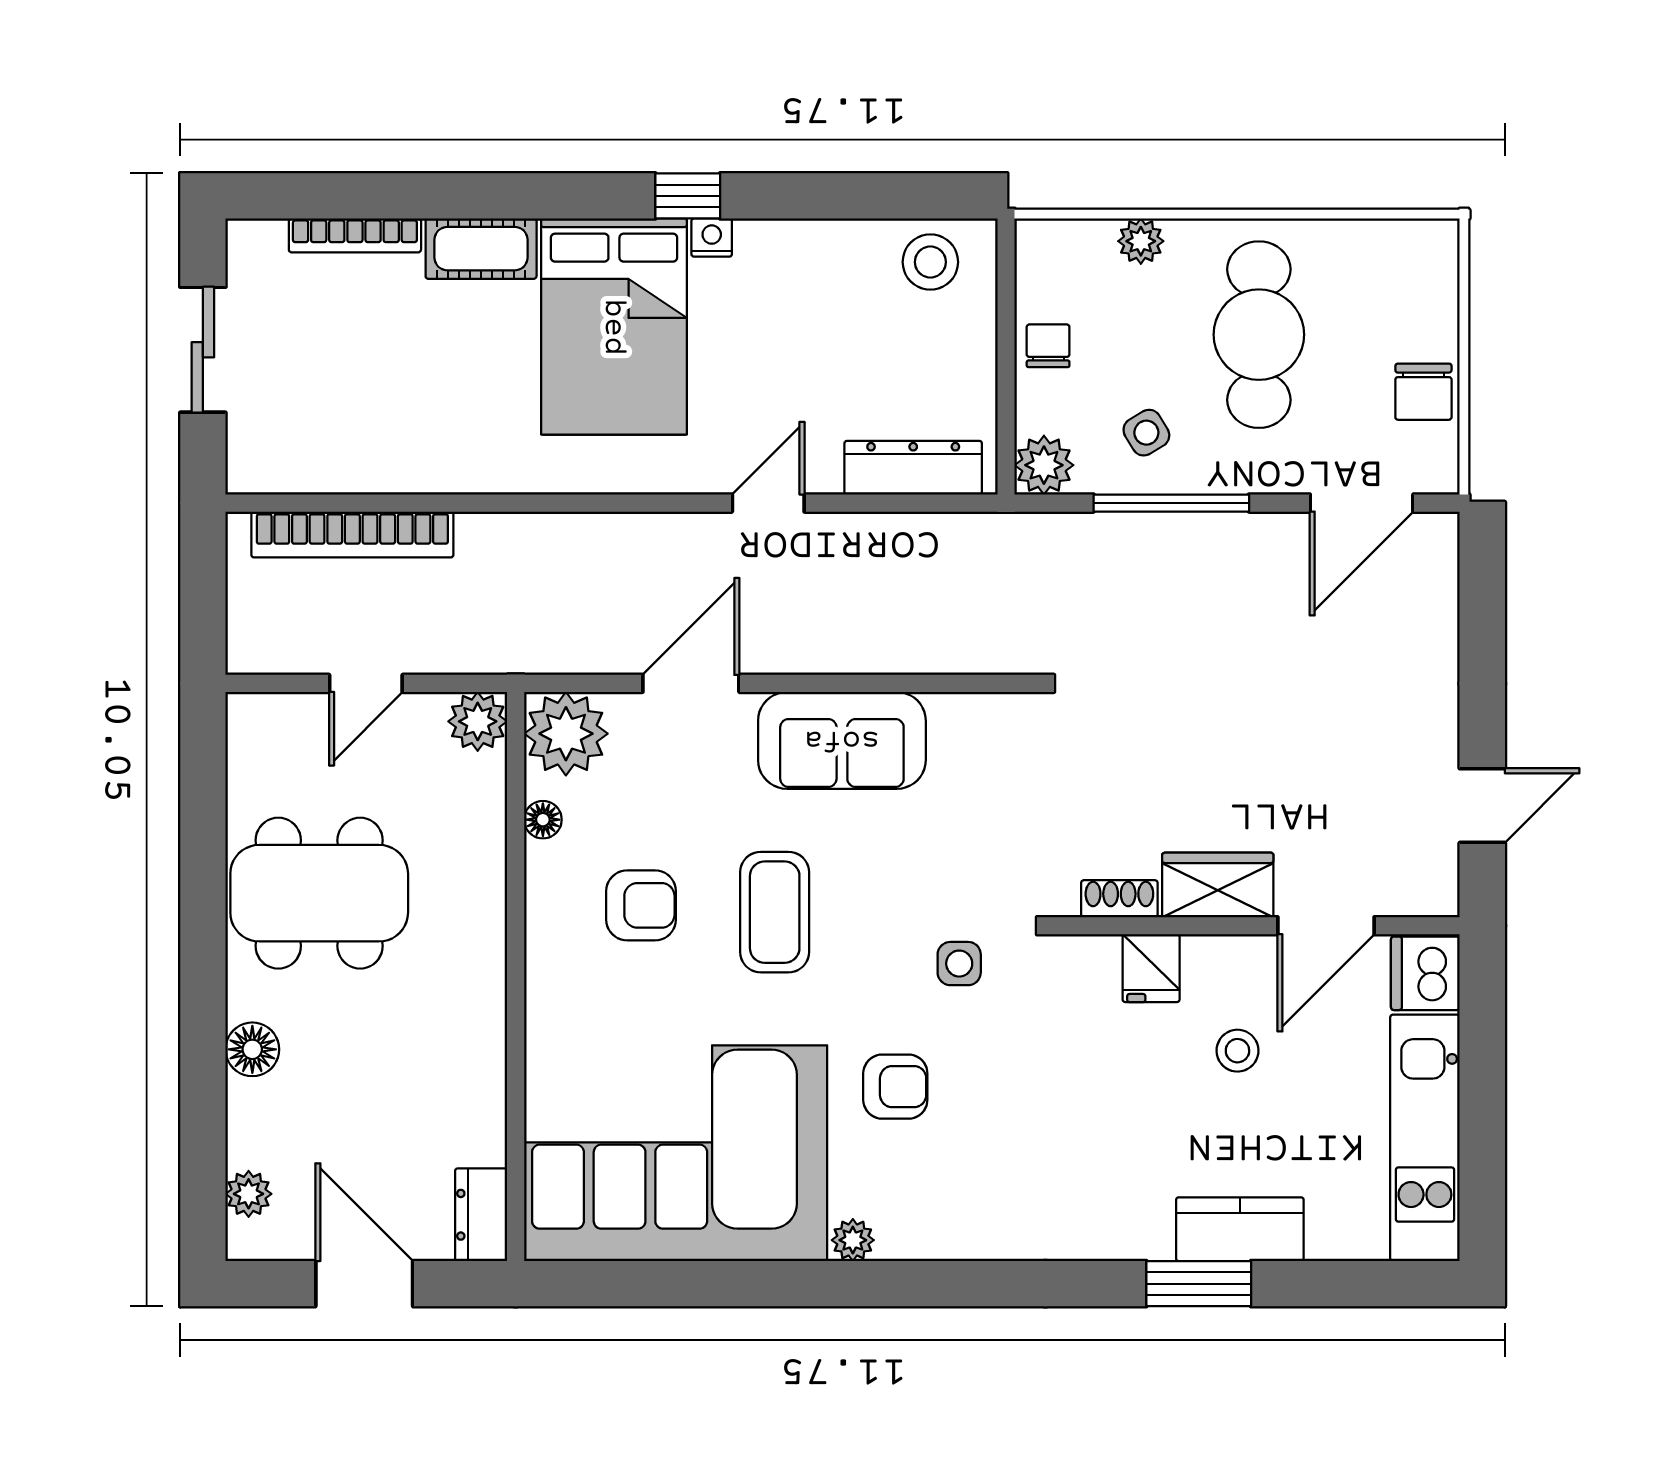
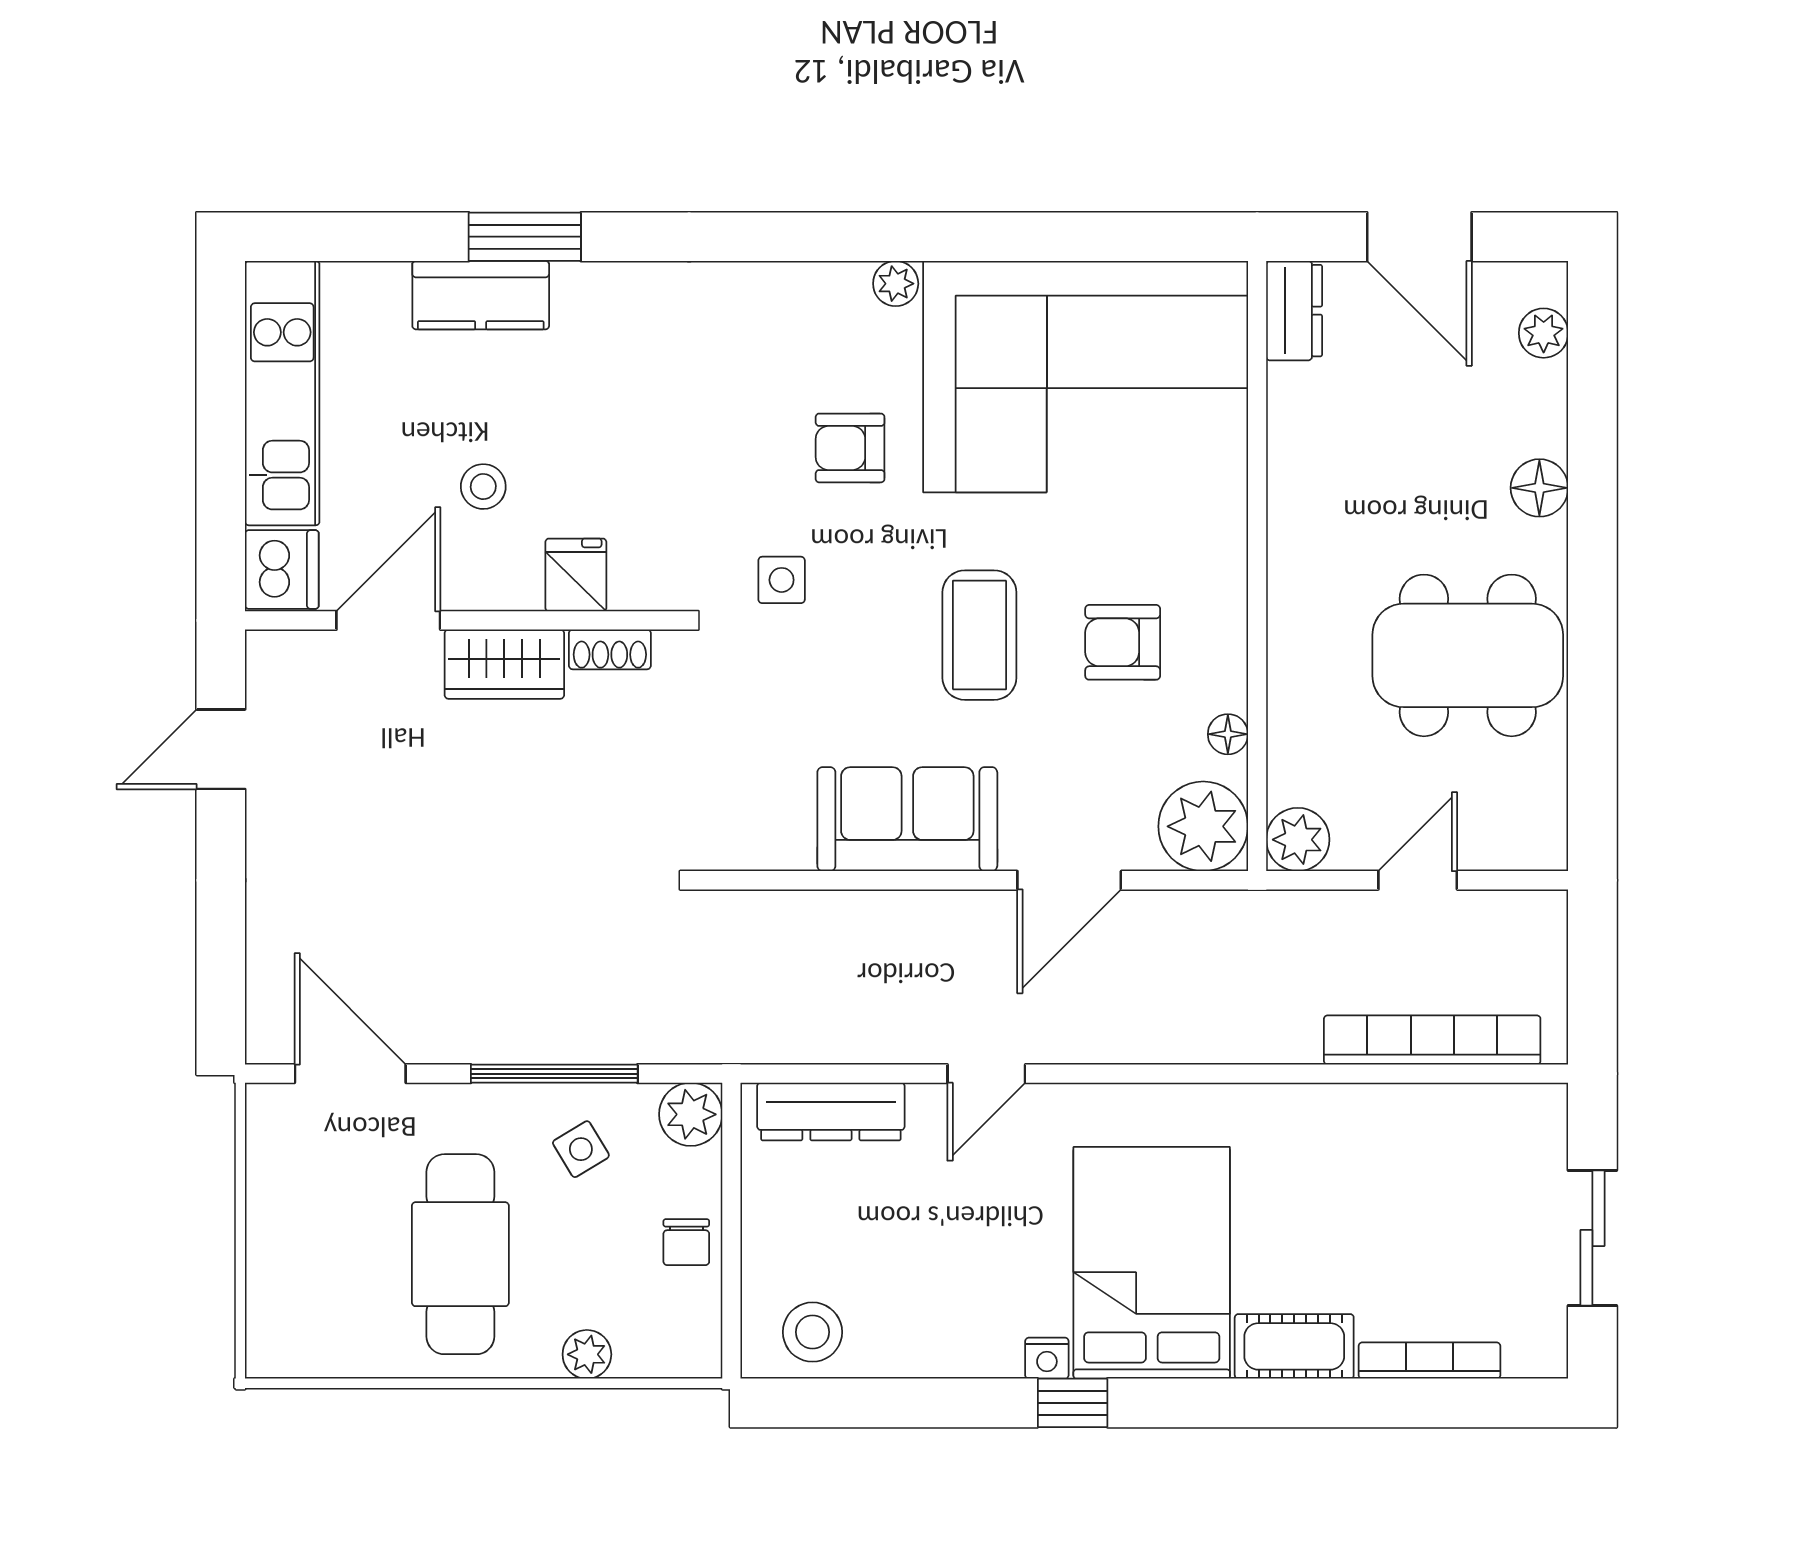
chair: (1423, 392) -> (284, 1193), removed
door: (1362, 503) -> (350, 1074), hinge flipped

